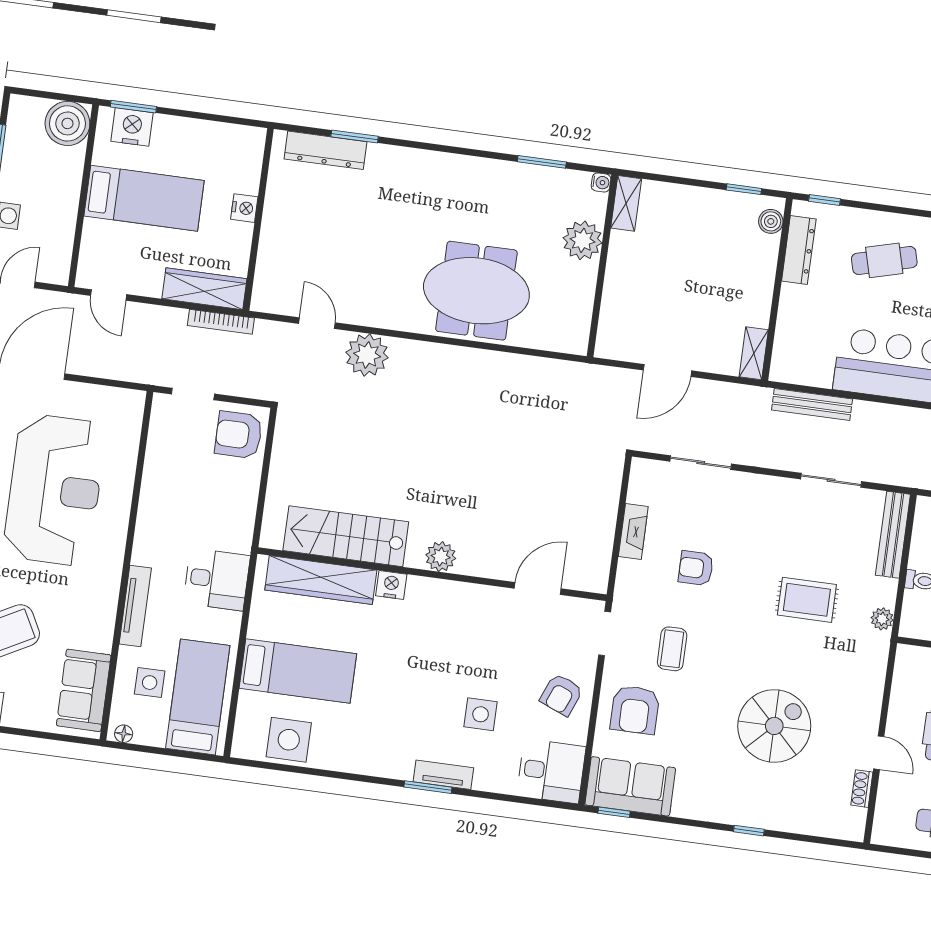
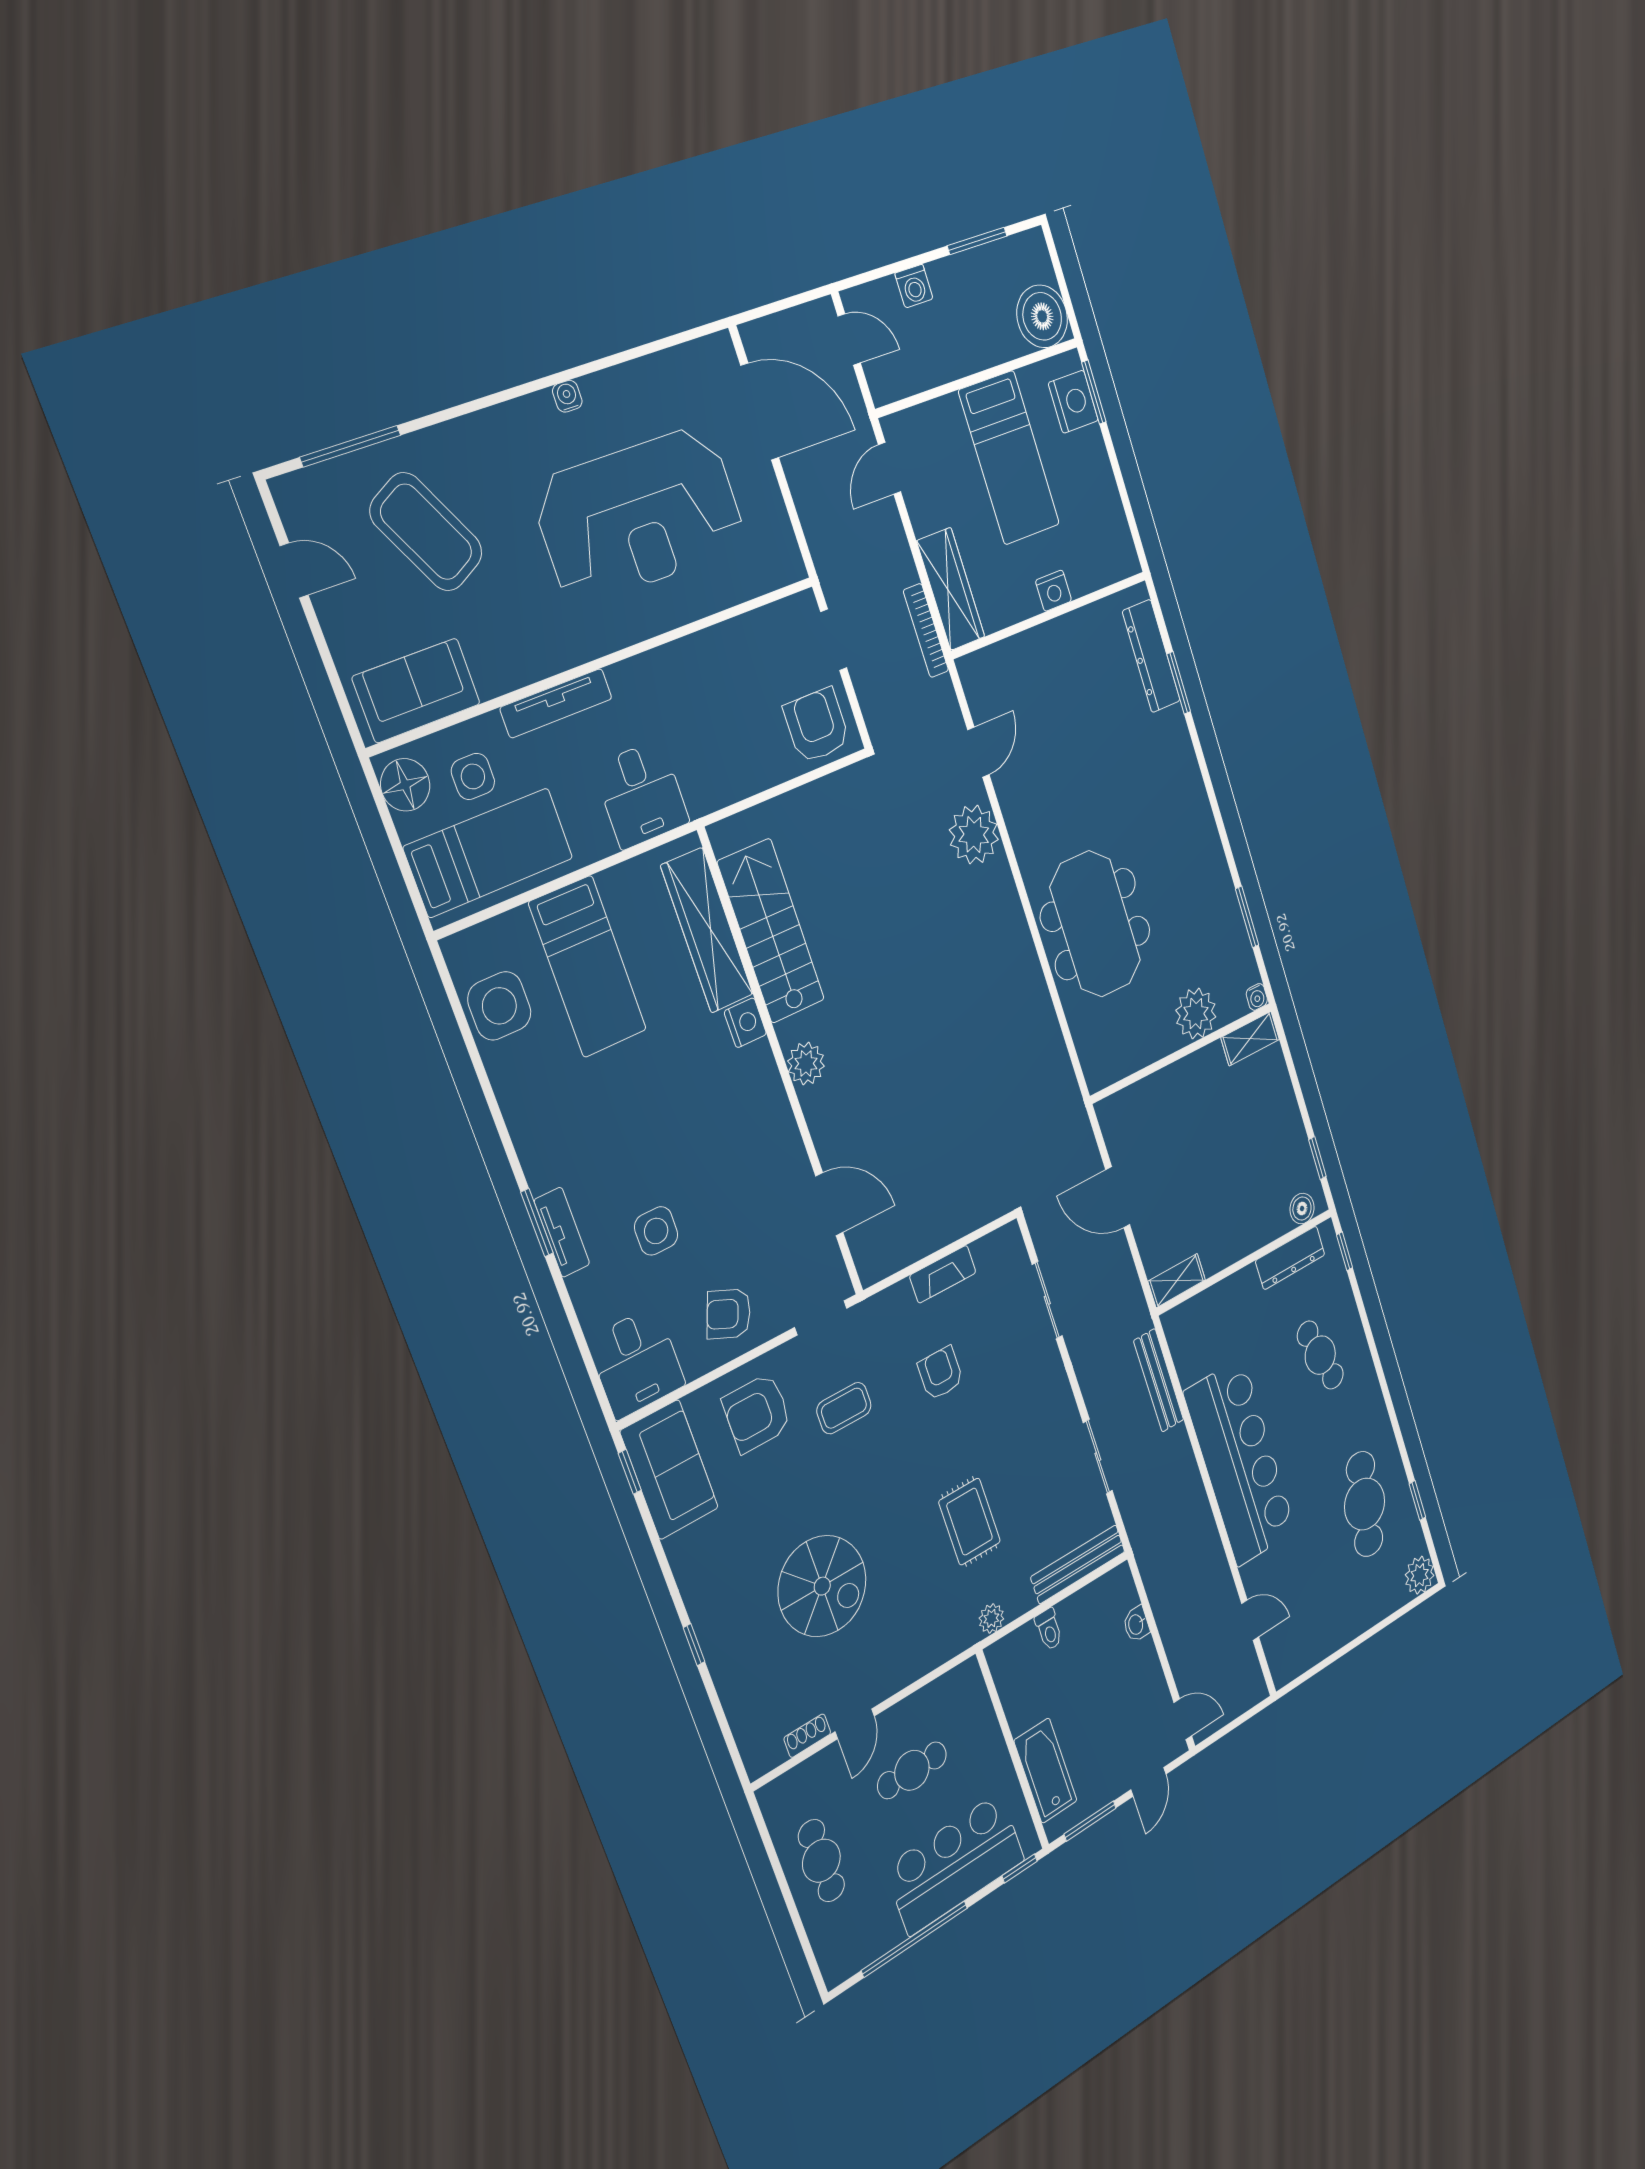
floor lamp: (124, 734) -> (405, 785), width x1.89, depth x1.89

